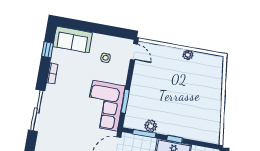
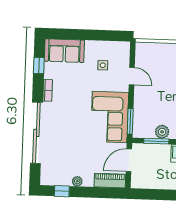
door: (134, 52) -> (132, 76), moved
window: (125, 101) -> (130, 121), moved
sliding door: (37, 110) -> (36, 133), width x1.36

